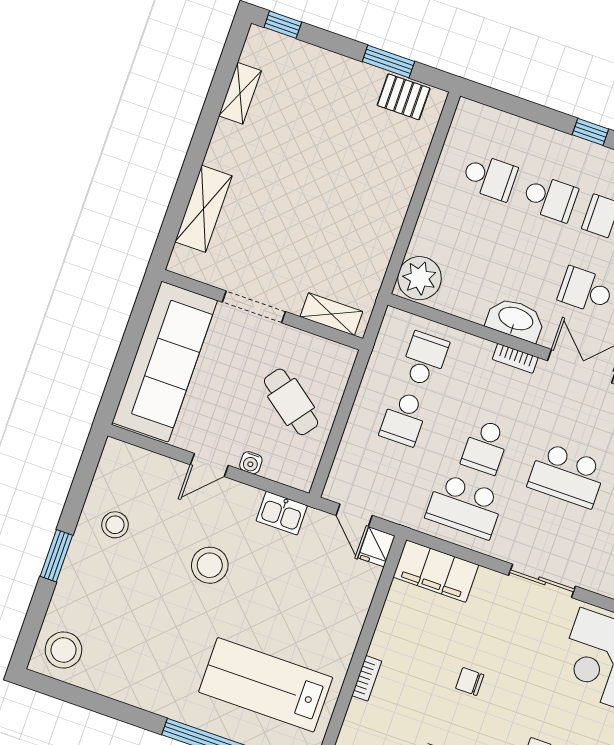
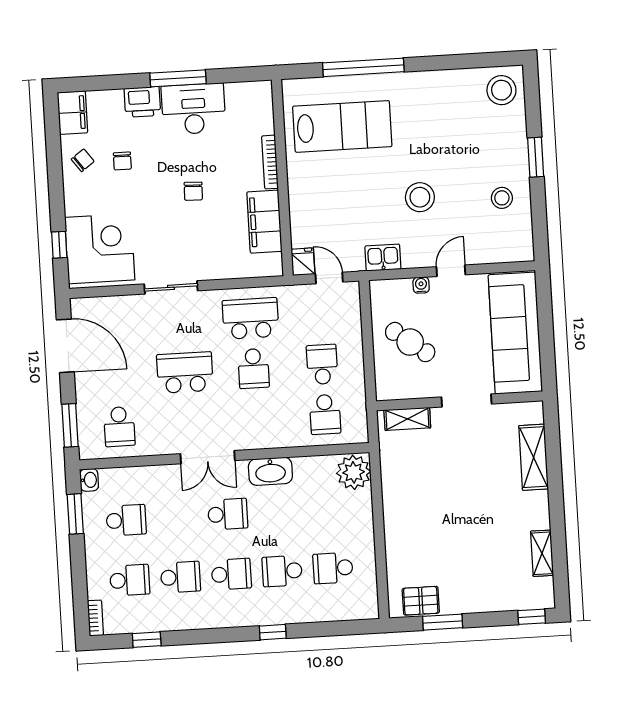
bookcase: (515, 358) -> (259, 443), removed
school desk: (485, 447) -> (254, 368), turned 180
filing cabinet: (436, 571) -> (264, 222), moved, turned -90
bookcase: (367, 678) -> (270, 162), width x1.56
chair: (470, 682) -> (193, 191), turned 92

